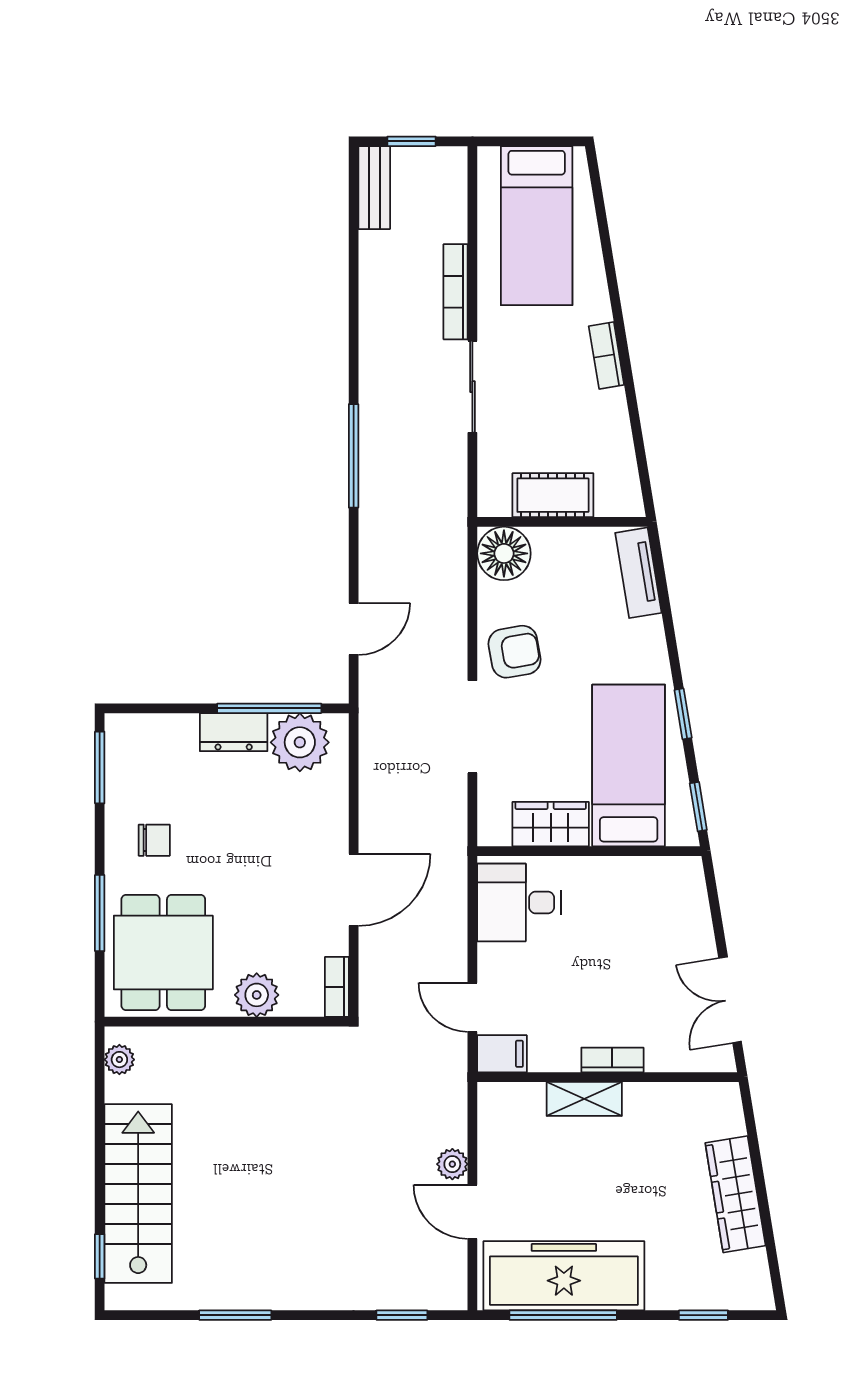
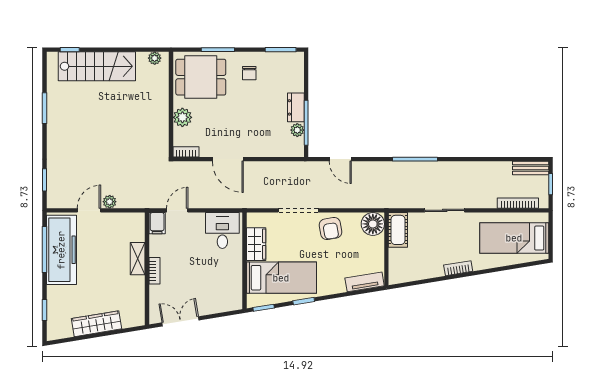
bookcase: (456, 292) -> (518, 203), moved
cot: (553, 495) -> (398, 230), moved
plant: (300, 742) -> (297, 130), width x0.53, depth x0.53

